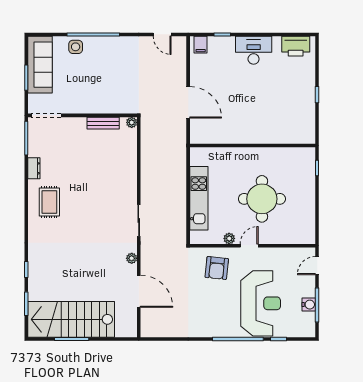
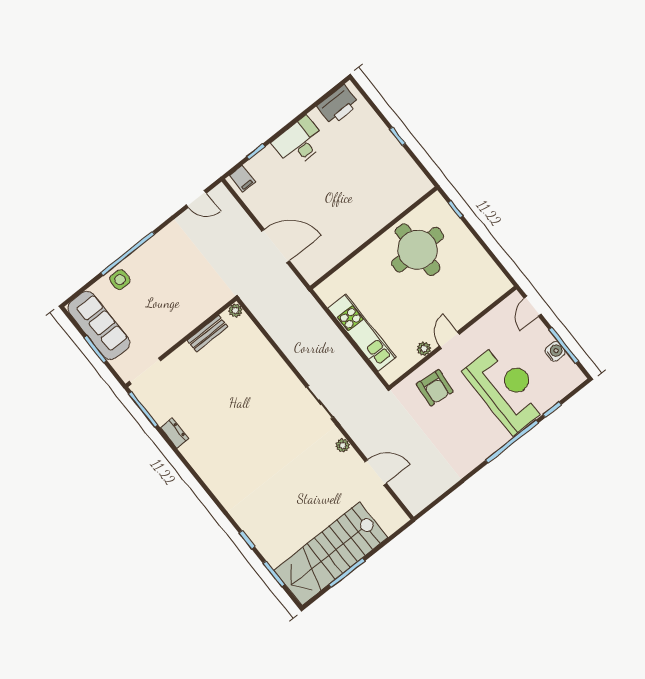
round table: (262, 199) -> (418, 250), moved
rug: (49, 202) -> (217, 454), removed
door: (139, 291) -> (376, 472), width x0.73

